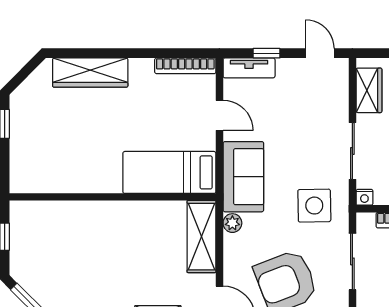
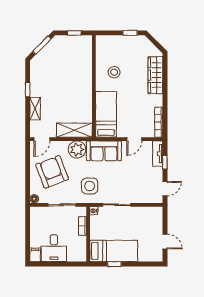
wardrobe: (369, 90) -> (147, 213), removed
stool: (84, 156) -> (114, 72), added
plant: (232, 223) -> (77, 150), width x1.87, depth x1.87

